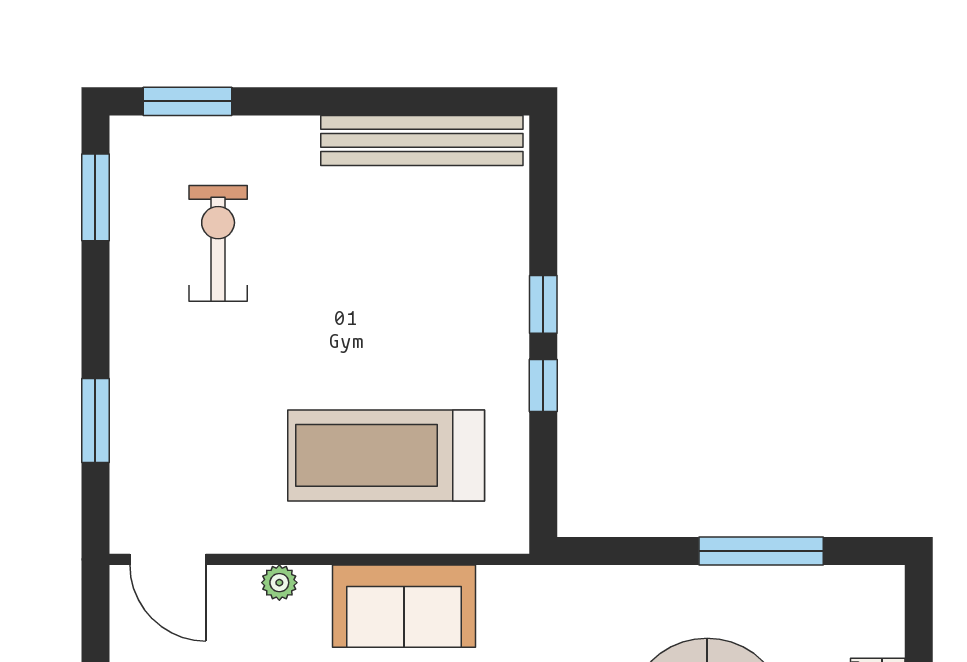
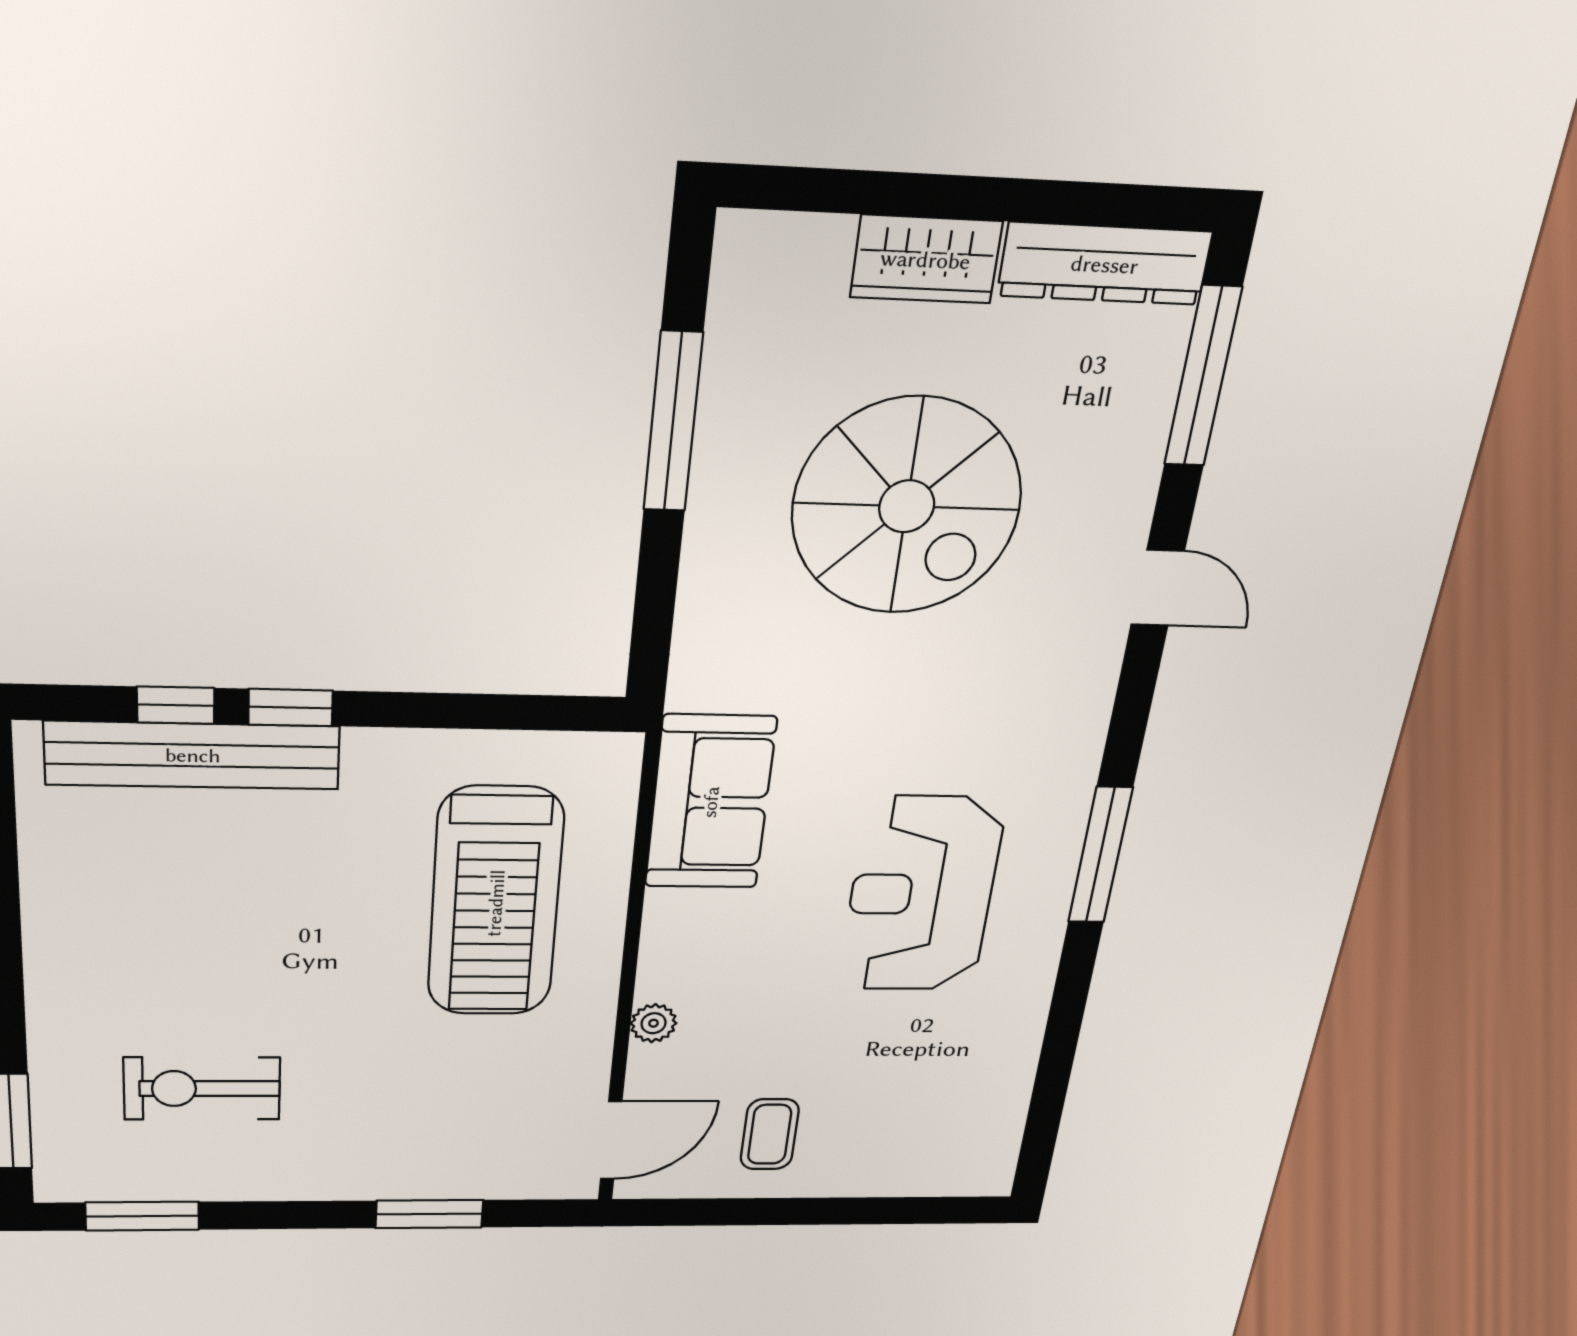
bench: (422, 140) -> (193, 755), moved, turned 90
window: (543, 385) -> (176, 705), moved
sofa: (404, 606) -> (710, 802), moved

